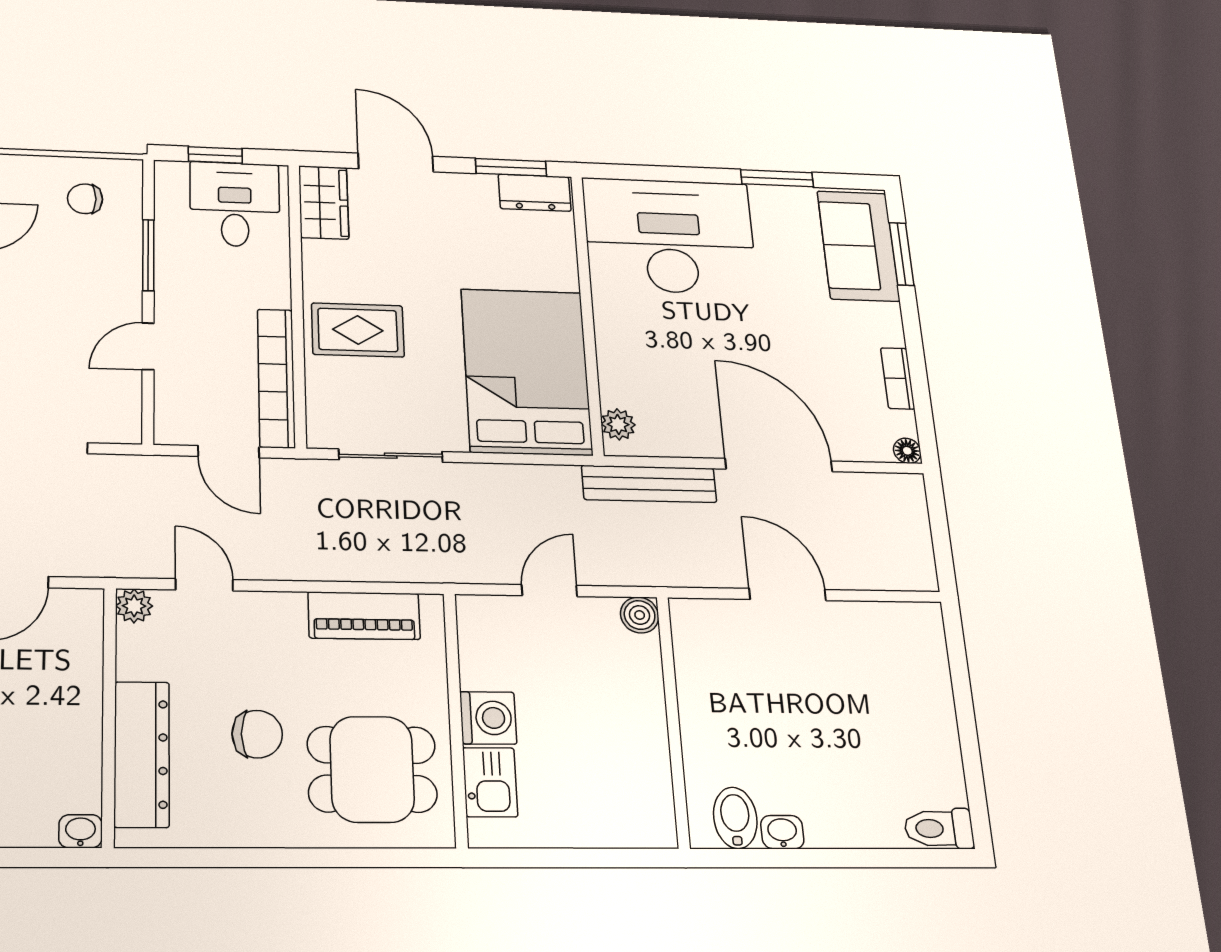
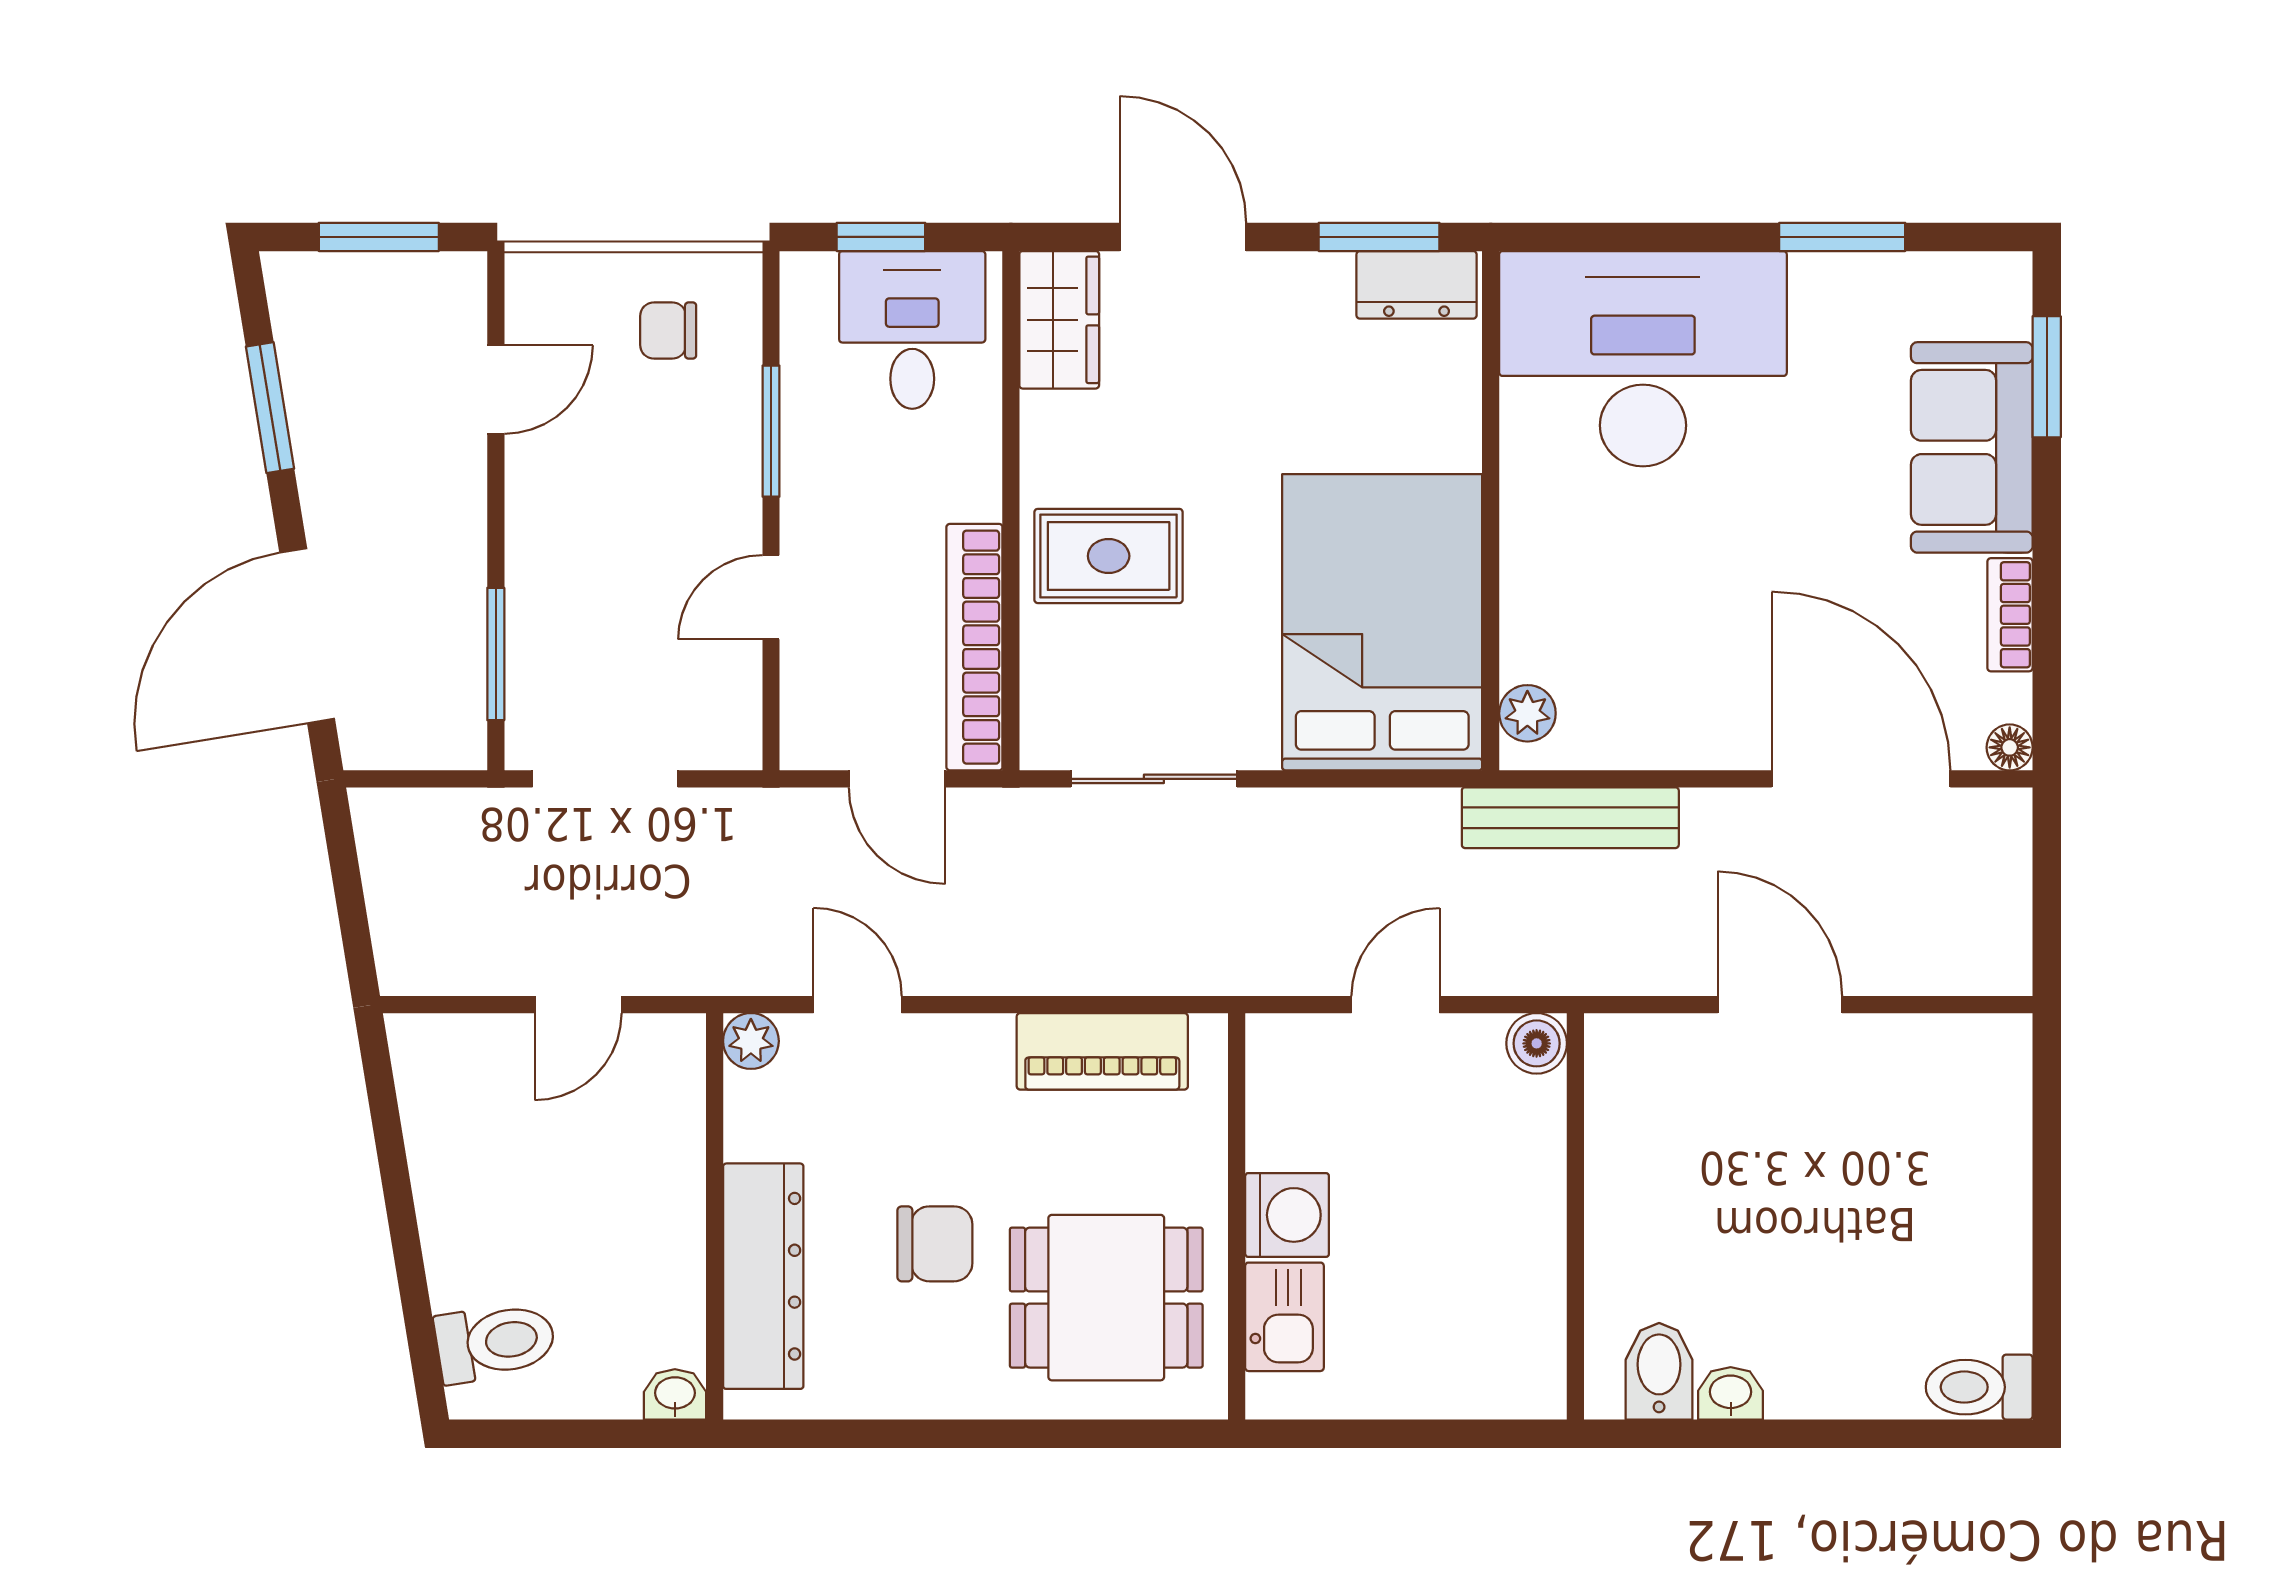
sofa: (858, 246) -> (1972, 447), moved
door: (779, 465) -> (1861, 779), moved

